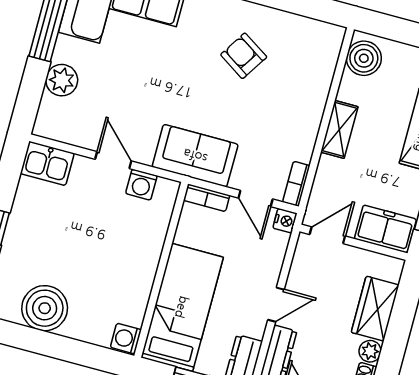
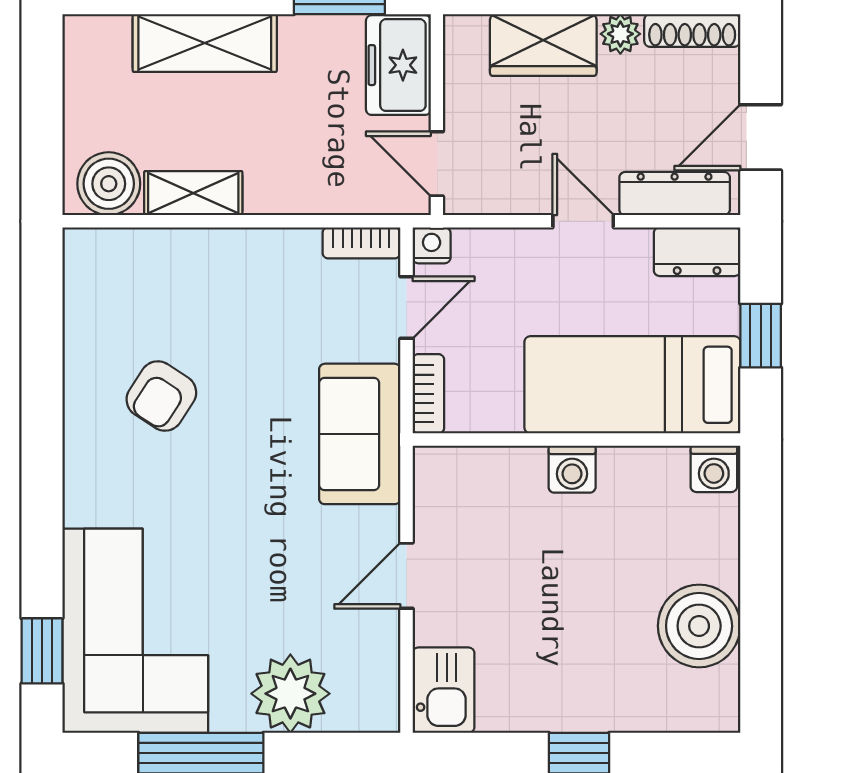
plant: (62, 80) -> (290, 694), width x1.36, depth x1.36
shelving: (339, 129) -> (193, 193), moved
washing machine: (141, 185) -> (572, 469), moved, turned 90

